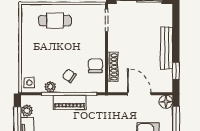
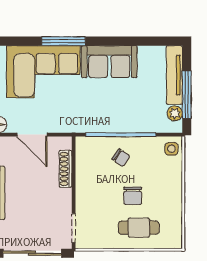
chair: (95, 66) -> (133, 196), moved
plant: (50, 87) -> (145, 144), removed
piano: (70, 103) -> (120, 124), removed

